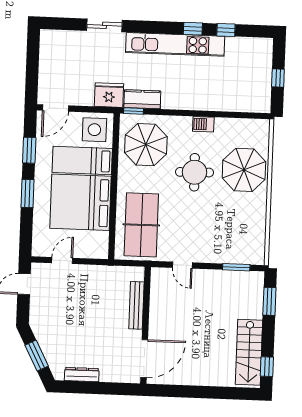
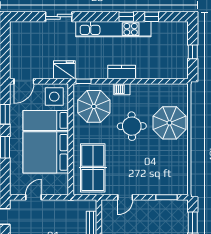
kitchen counter: (142, 99) -> (122, 72), moved
barbecue: (203, 124) -> (122, 89), moved
door: (182, 265) -> (125, 197), hinge flipped

